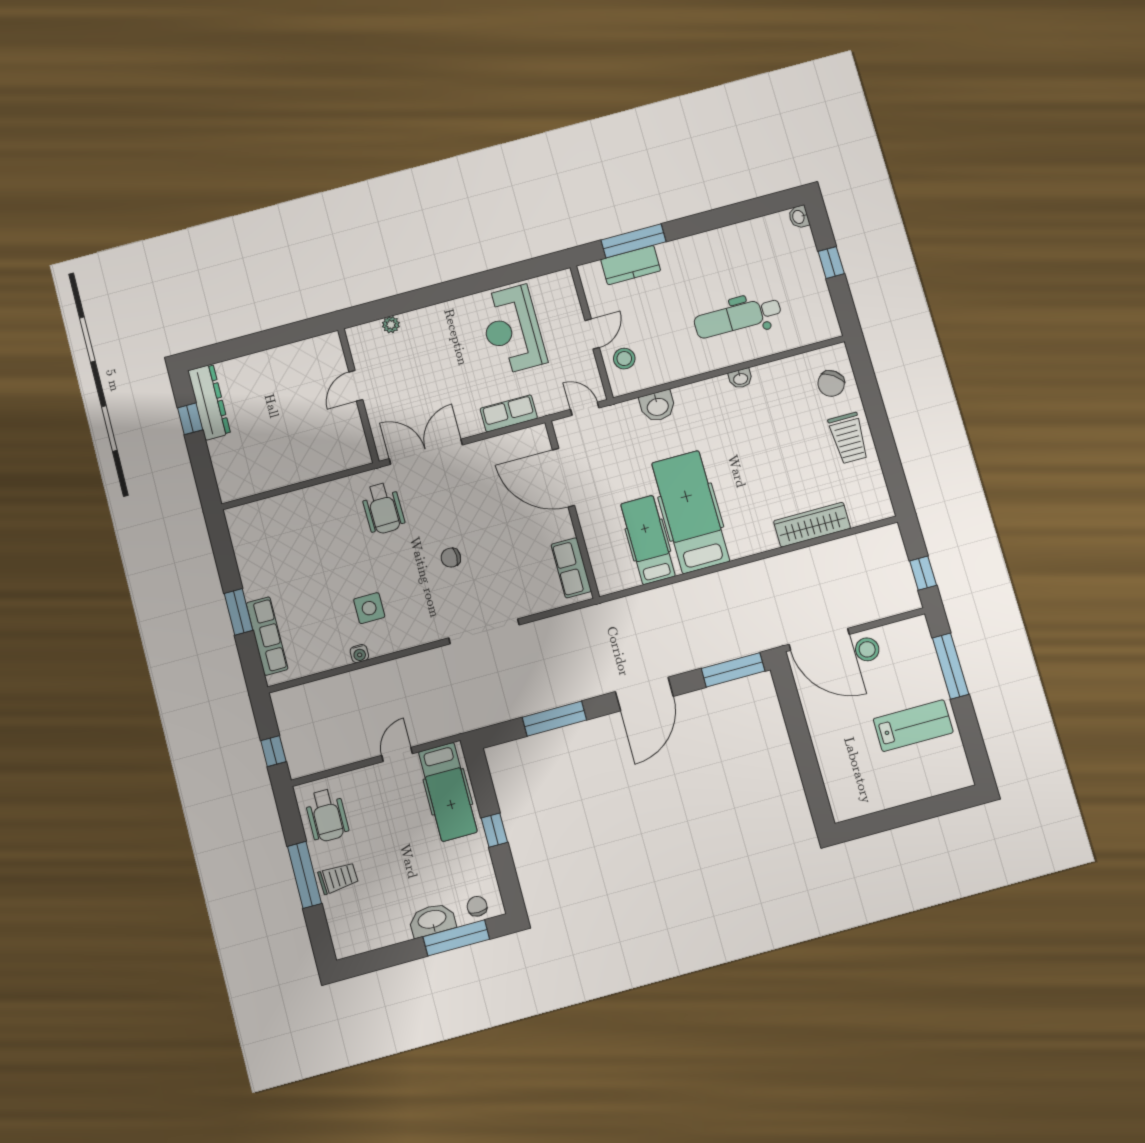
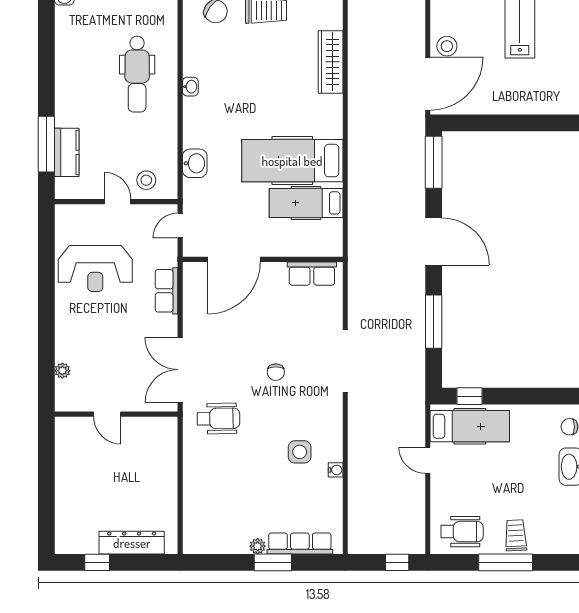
dresser: (209, 402) -> (132, 543), moved
plant: (252, 590) -> (258, 546), added
window: (494, 830) -> (469, 396), moved

